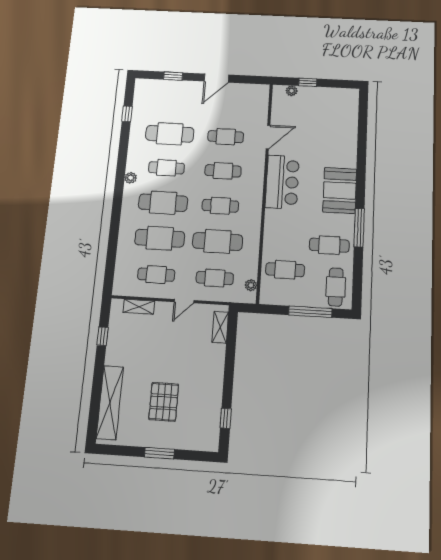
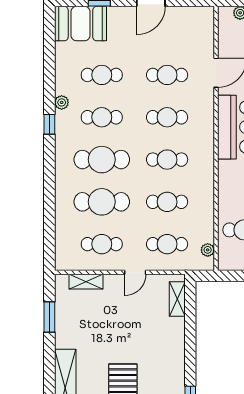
booth: (156, 93) -> (80, 24), added
window: (127, 114) -> (49, 124), moved
cafe table: (170, 134) -> (102, 75), width x0.73, depth x0.74
plant: (131, 178) -> (62, 102), moved
cafe table: (218, 241) -> (167, 202), width x0.73, depth x0.74
window: (102, 336) -> (49, 317), width x1.50

